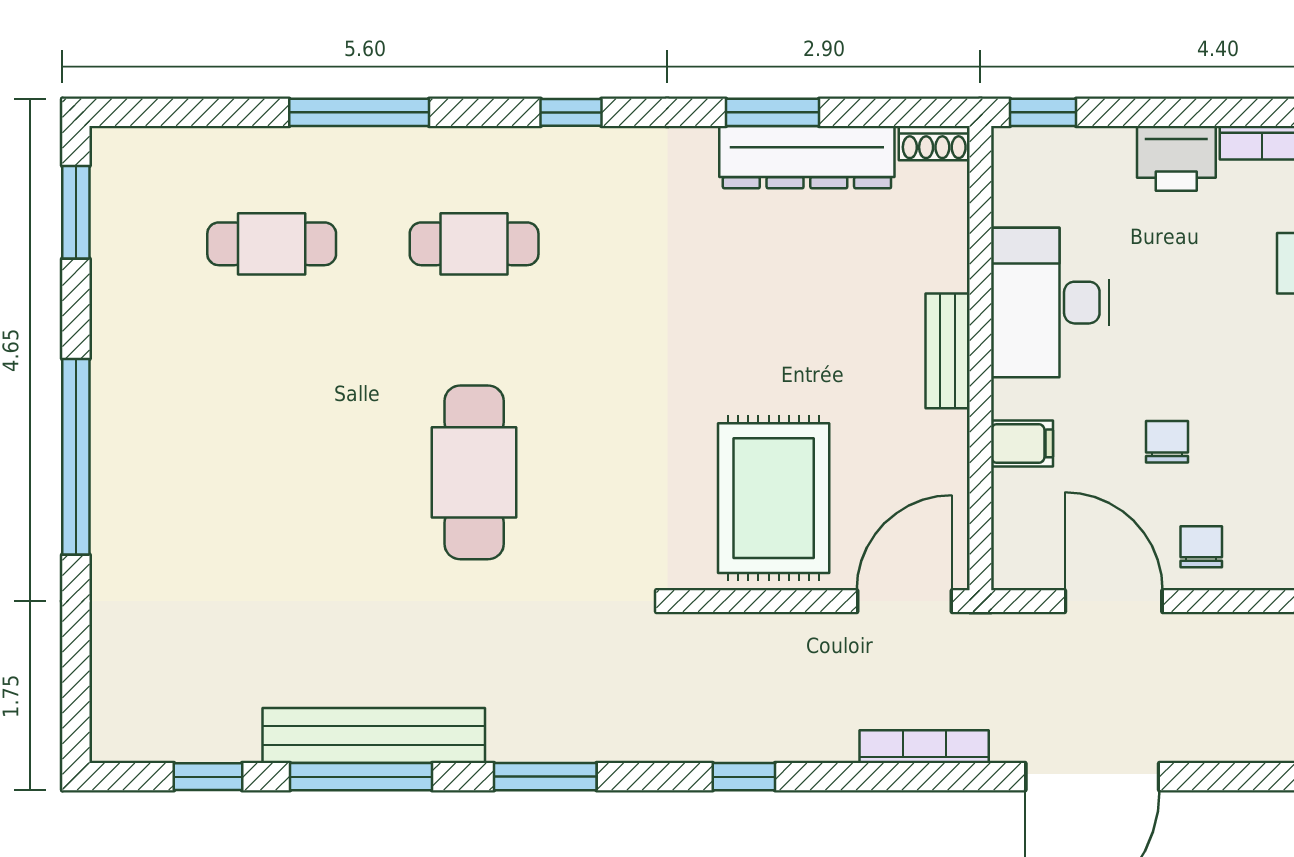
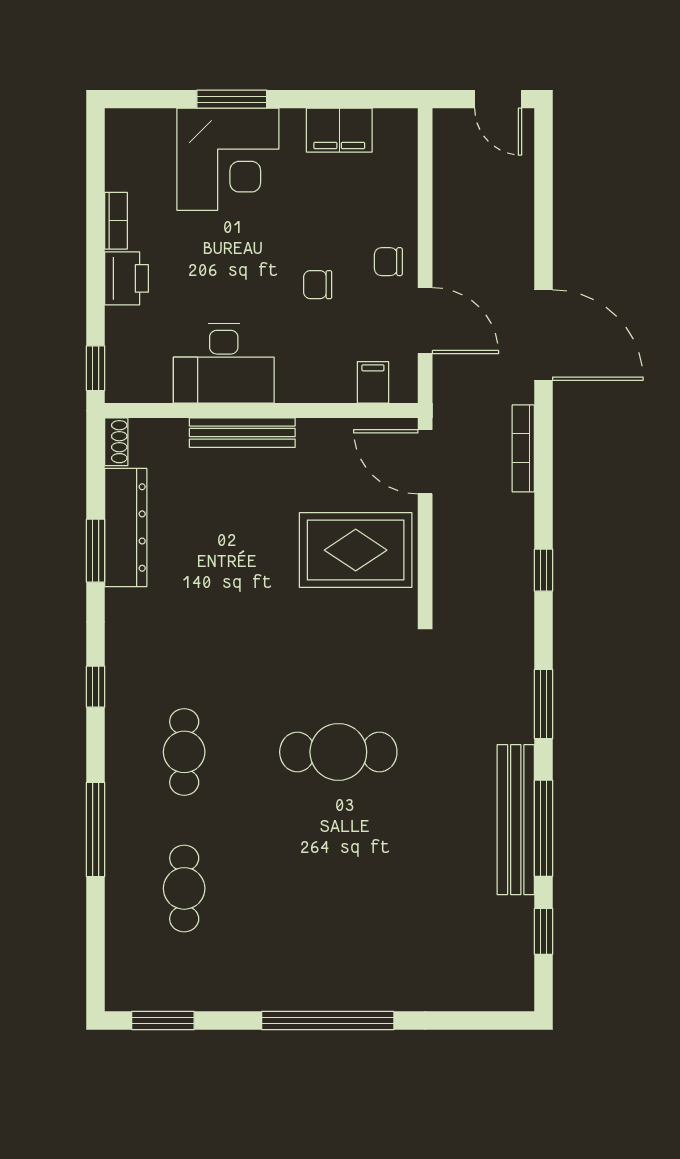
bench: (948, 351) -> (242, 433), width x1.36
filing cabinet: (1022, 443) -> (373, 382), moved
door: (1114, 601) -> (425, 321), swing flipped

